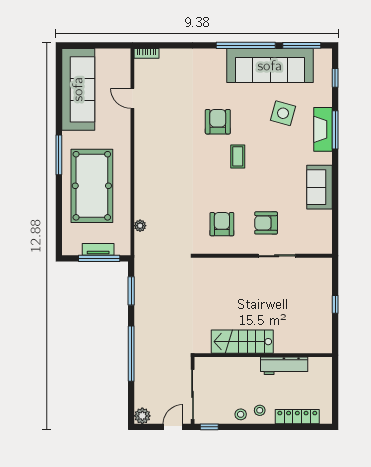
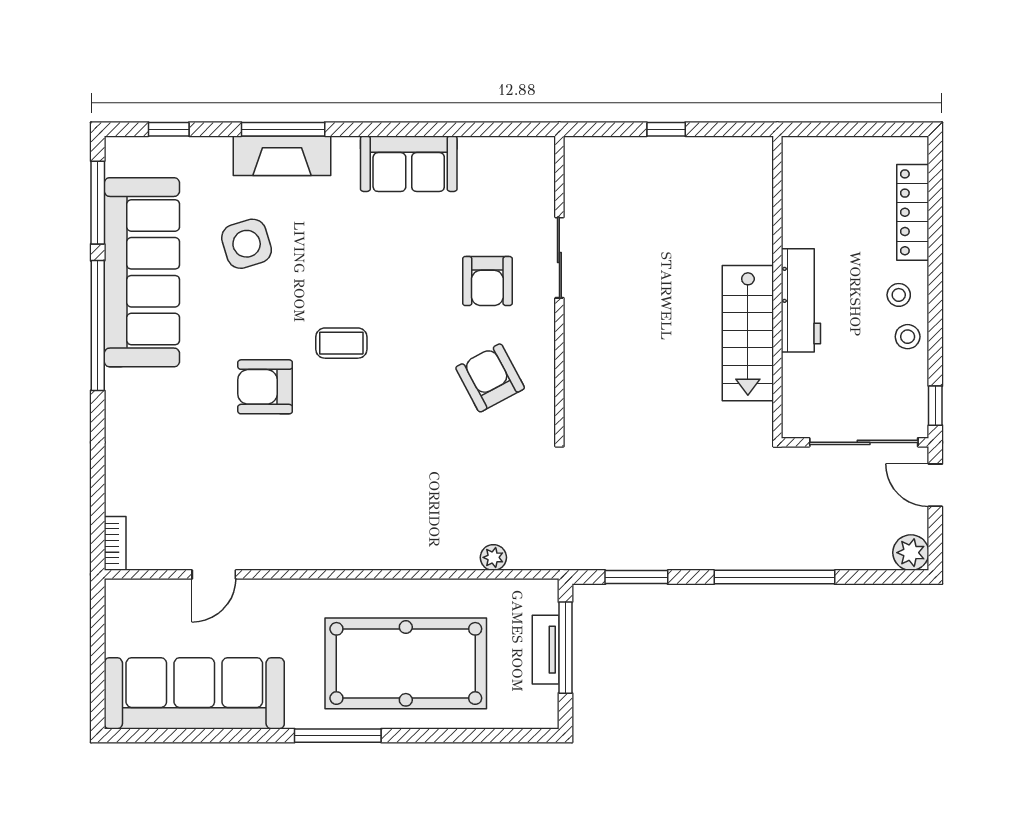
side table: (283, 113) -> (247, 244), turned -33
armchair: (222, 224) -> (490, 378), turned 62
workbench: (284, 366) -> (801, 300), moved

